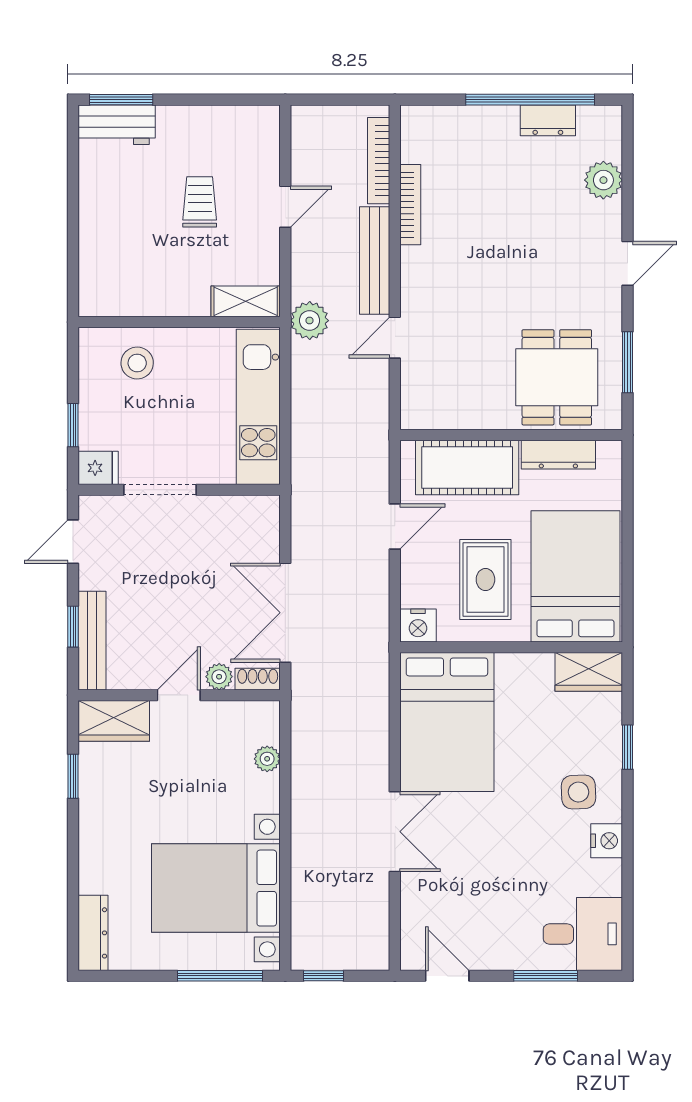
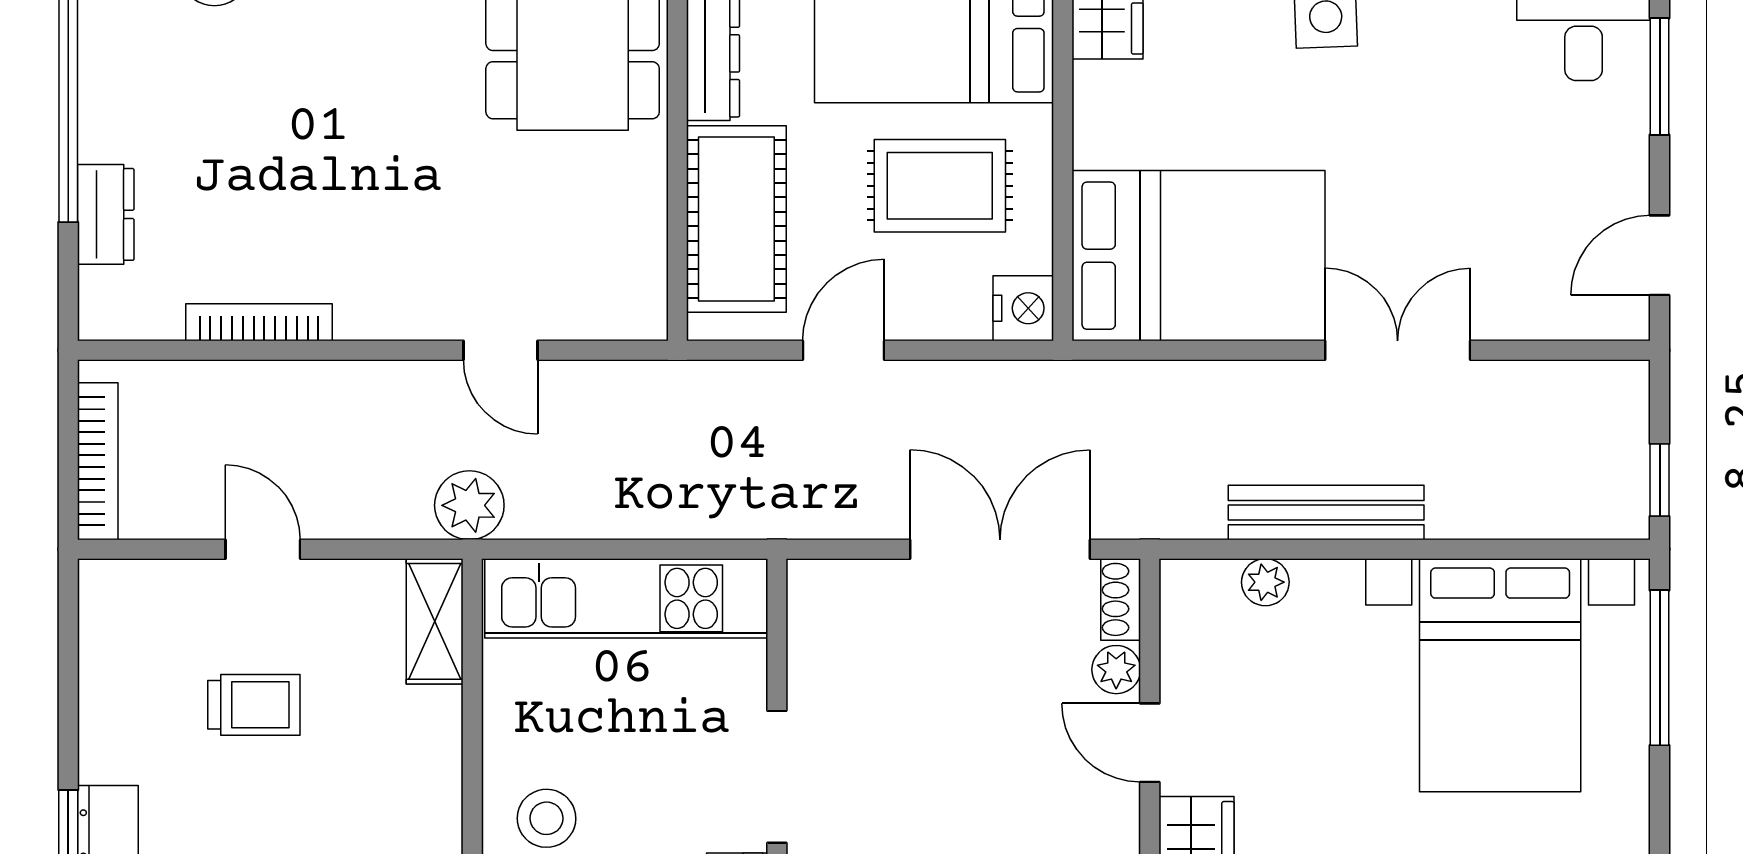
dresser: (548, 120) -> (106, 214), moved
bookcase: (379, 161) -> (98, 461), moved, turned -90
trolley: (200, 202) -> (254, 705), turned 180
bench: (375, 260) -> (1326, 513), moved
door: (395, 527) -> (844, 350), hinge flipped
double door: (285, 613) -> (1000, 549), swing flipped

